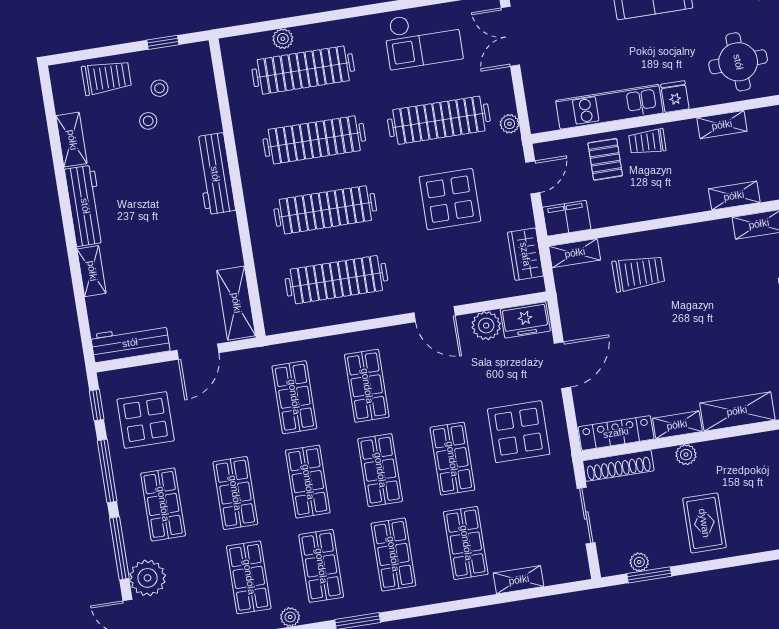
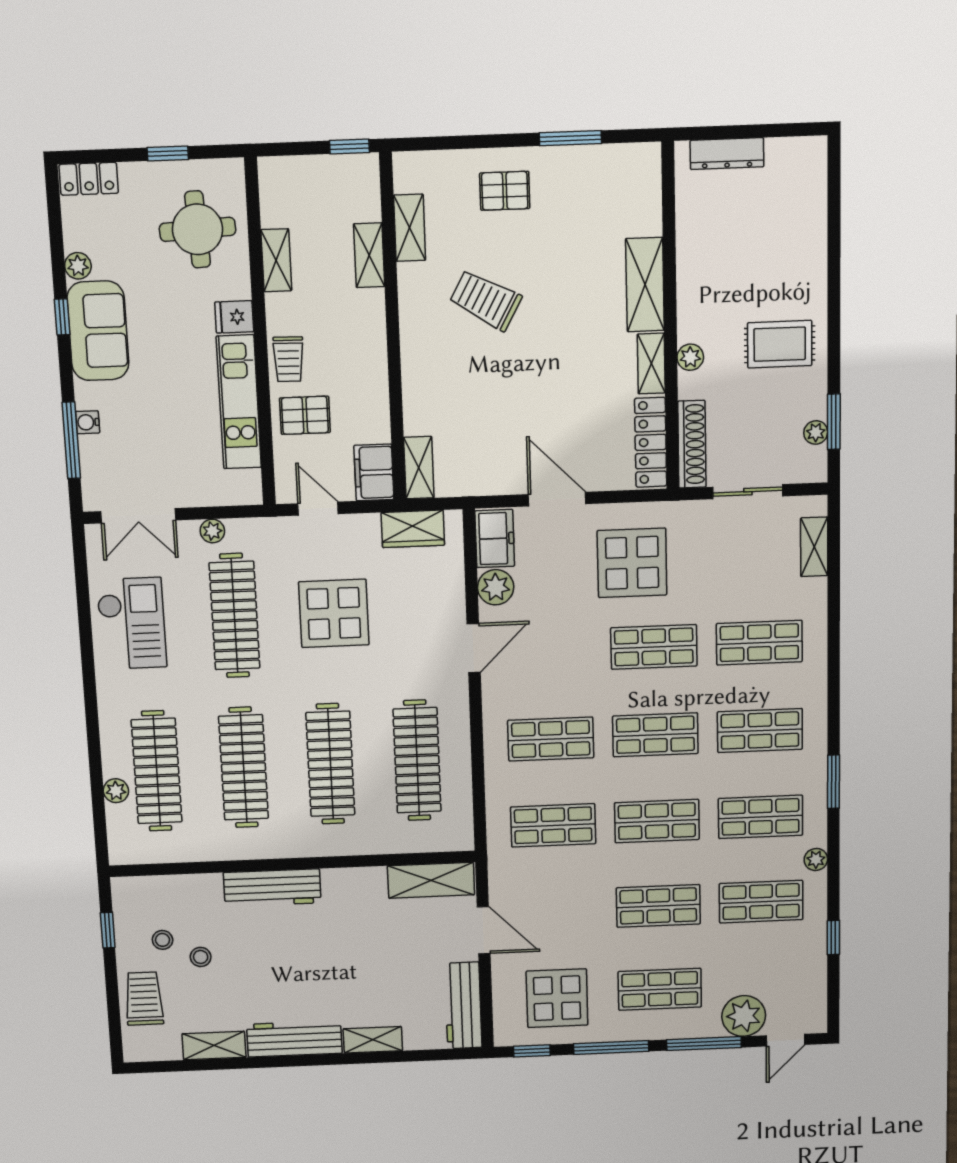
plant: (509, 124) -> (212, 531), moved
trolley: (638, 273) -> (486, 300), moved, turned -61
shelving: (519, 580) -> (814, 547), moved

